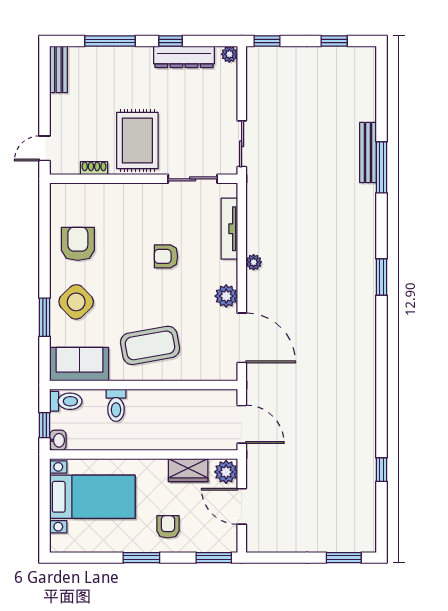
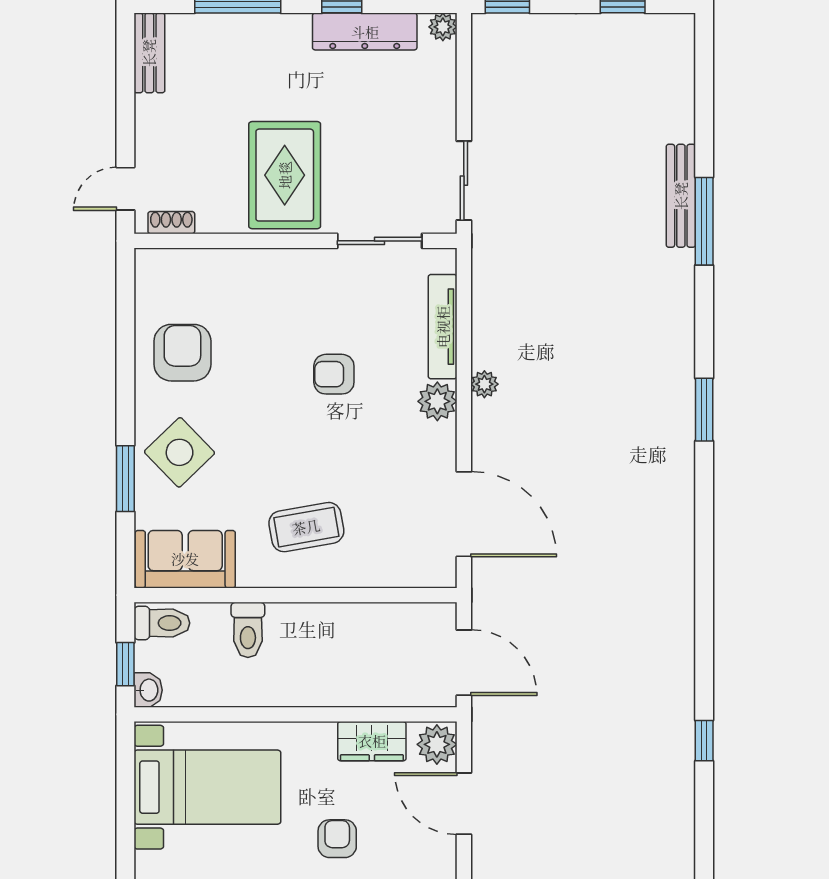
shoe rack: (94, 168) -> (171, 223), moved
plant: (226, 296) -> (437, 401), moved
coffee table: (150, 345) -> (306, 527), width x0.73, depth x0.76

